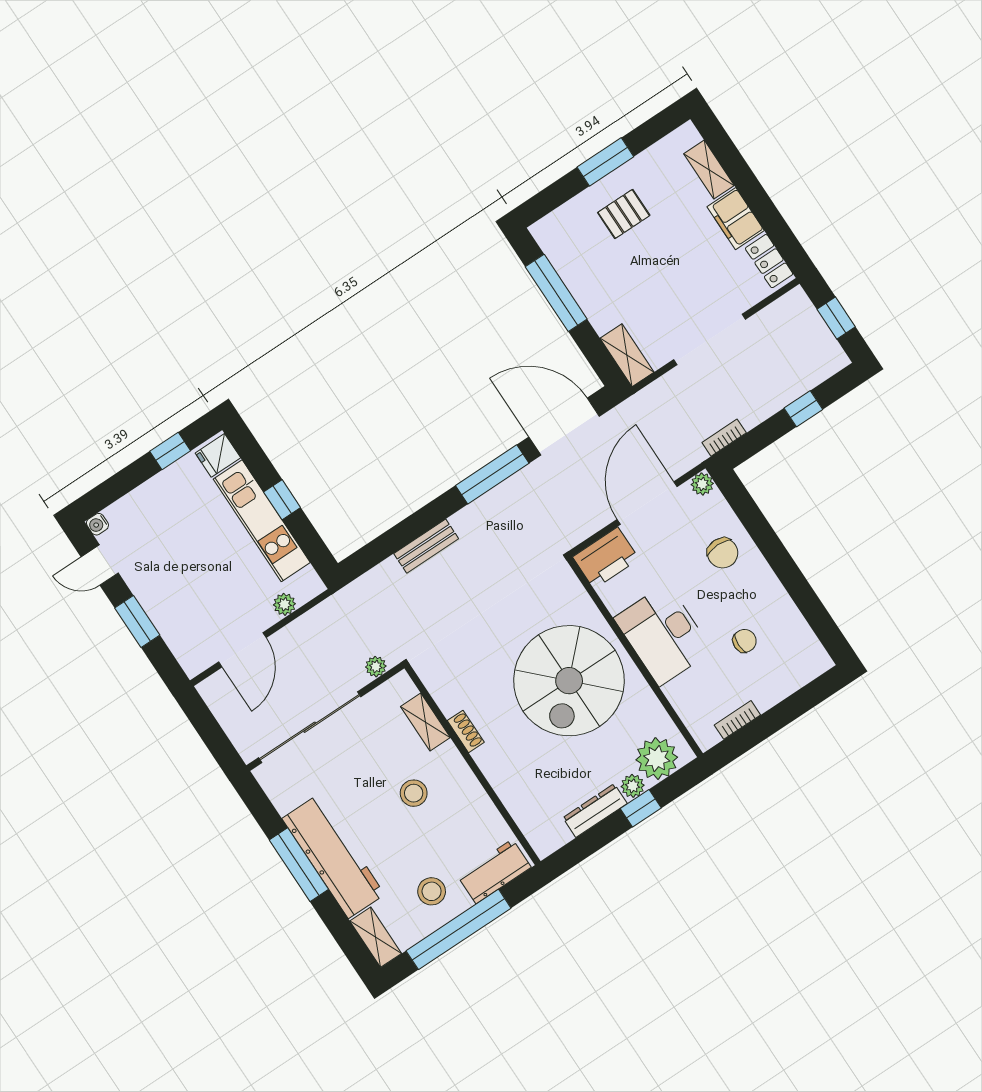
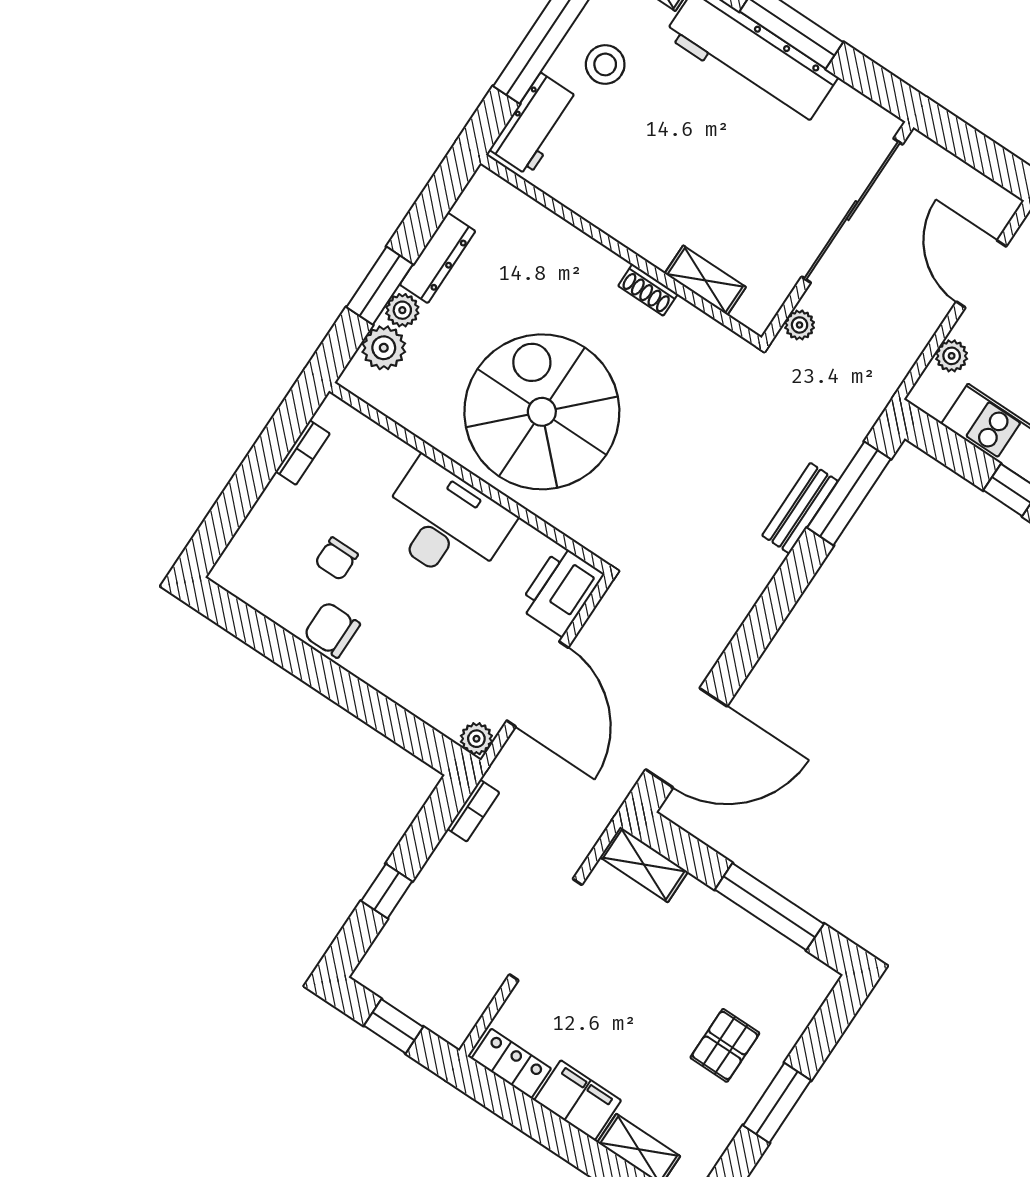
window: (492, 474) -> (849, 493), moved
chair: (723, 553) -> (332, 630), moved
plant: (657, 759) -> (384, 348), width x0.73, depth x0.73
stool: (414, 793) -> (682, 182), removed
window: (641, 808) -> (380, 286), width x1.50

